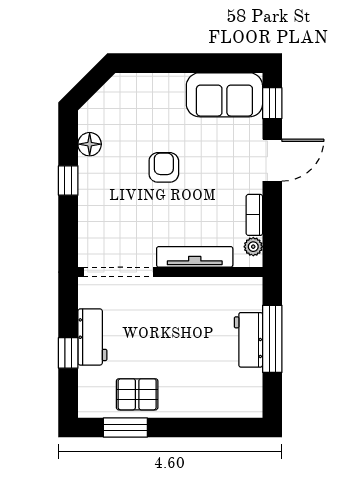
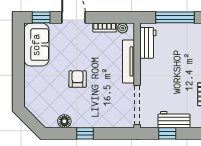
armchair: (164, 167) -> (78, 79), turned 90
workbench: (248, 340) -> (148, 43), moved, turned -90
window: (68, 353) -> (167, 133), moved

